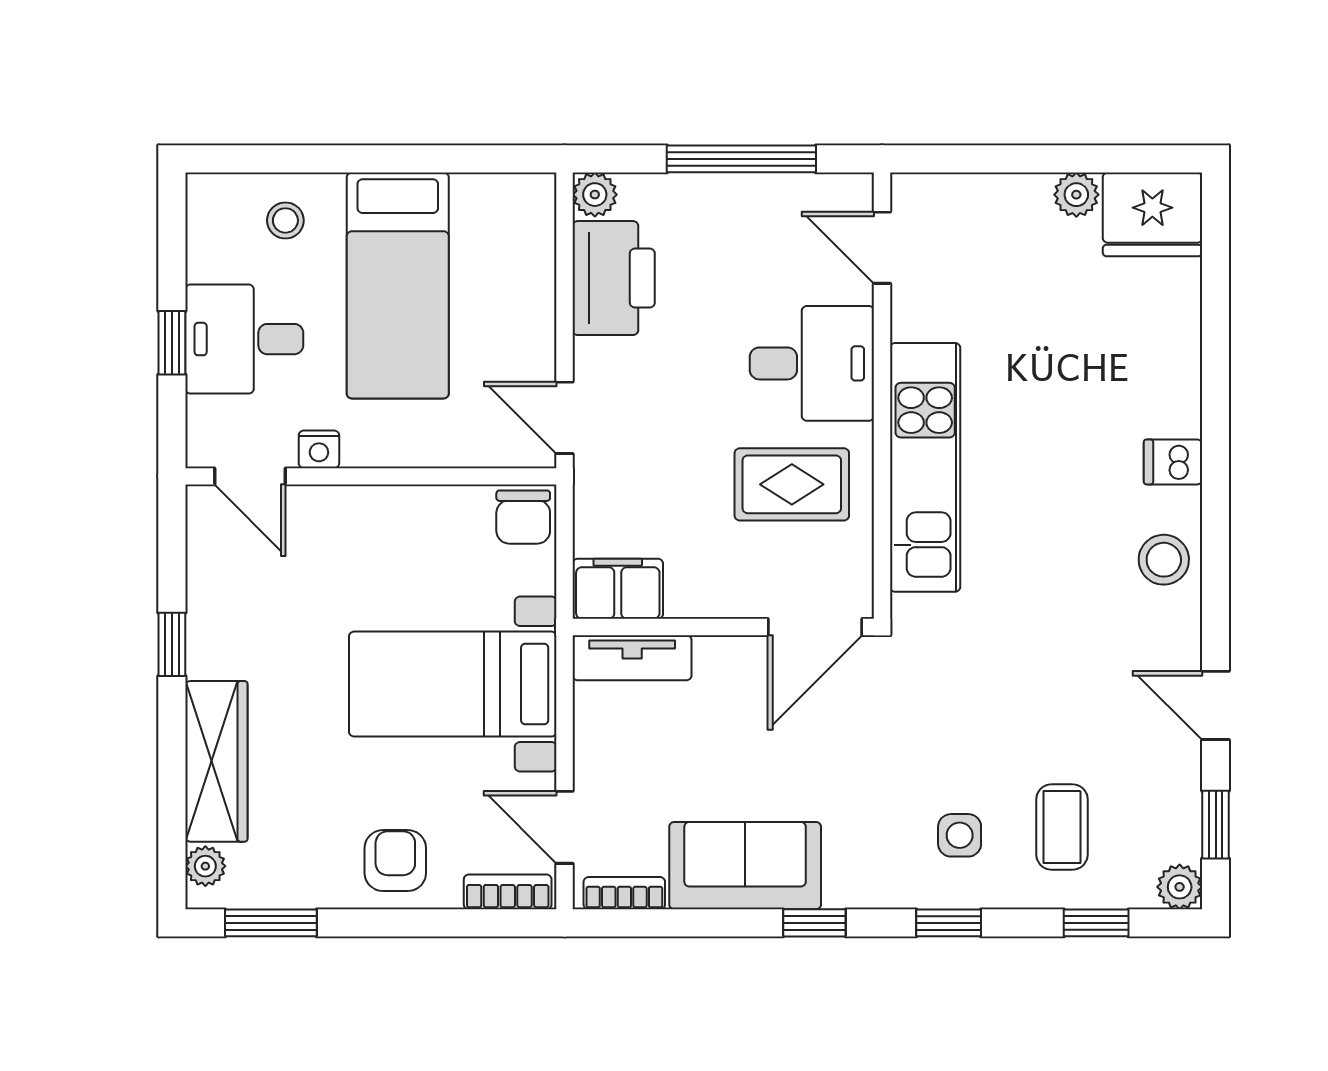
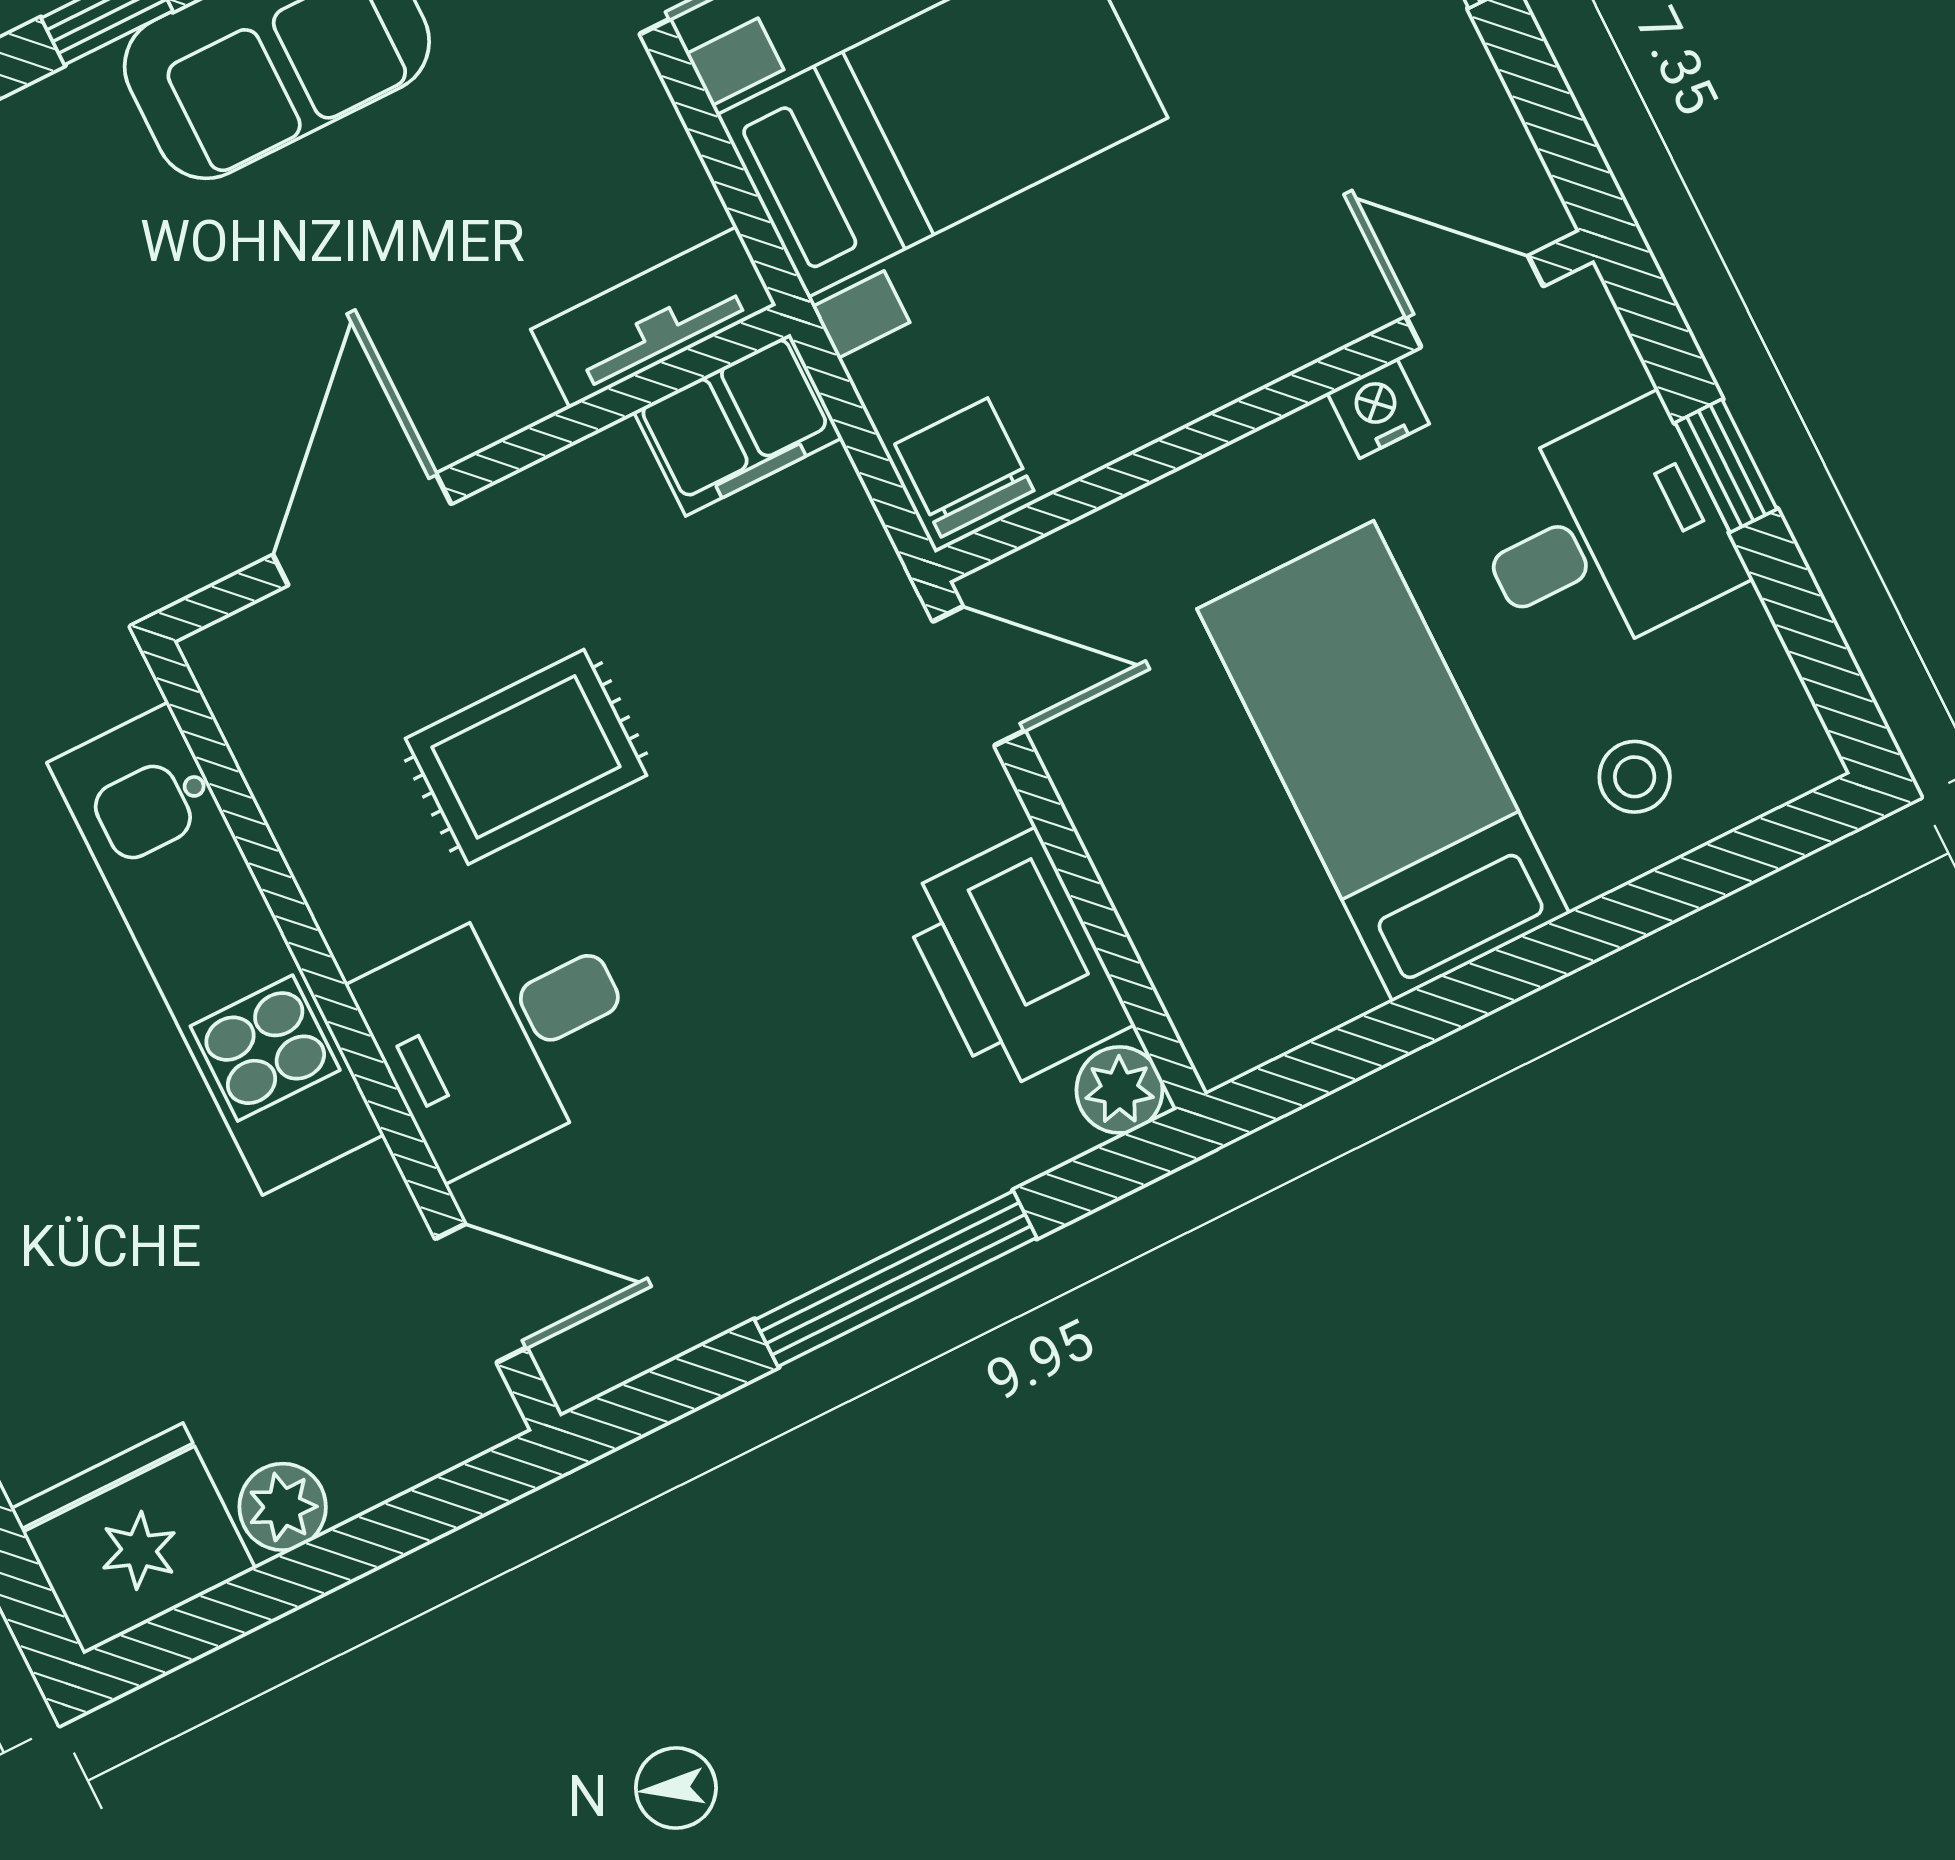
door: (882, 248) -> (481, 1293), moved
desk: (812, 363) -> (502, 1031), moved
wall: (882, 396) -> (353, 1036), moved
kitchen unit: (925, 467) -> (216, 949), moved

